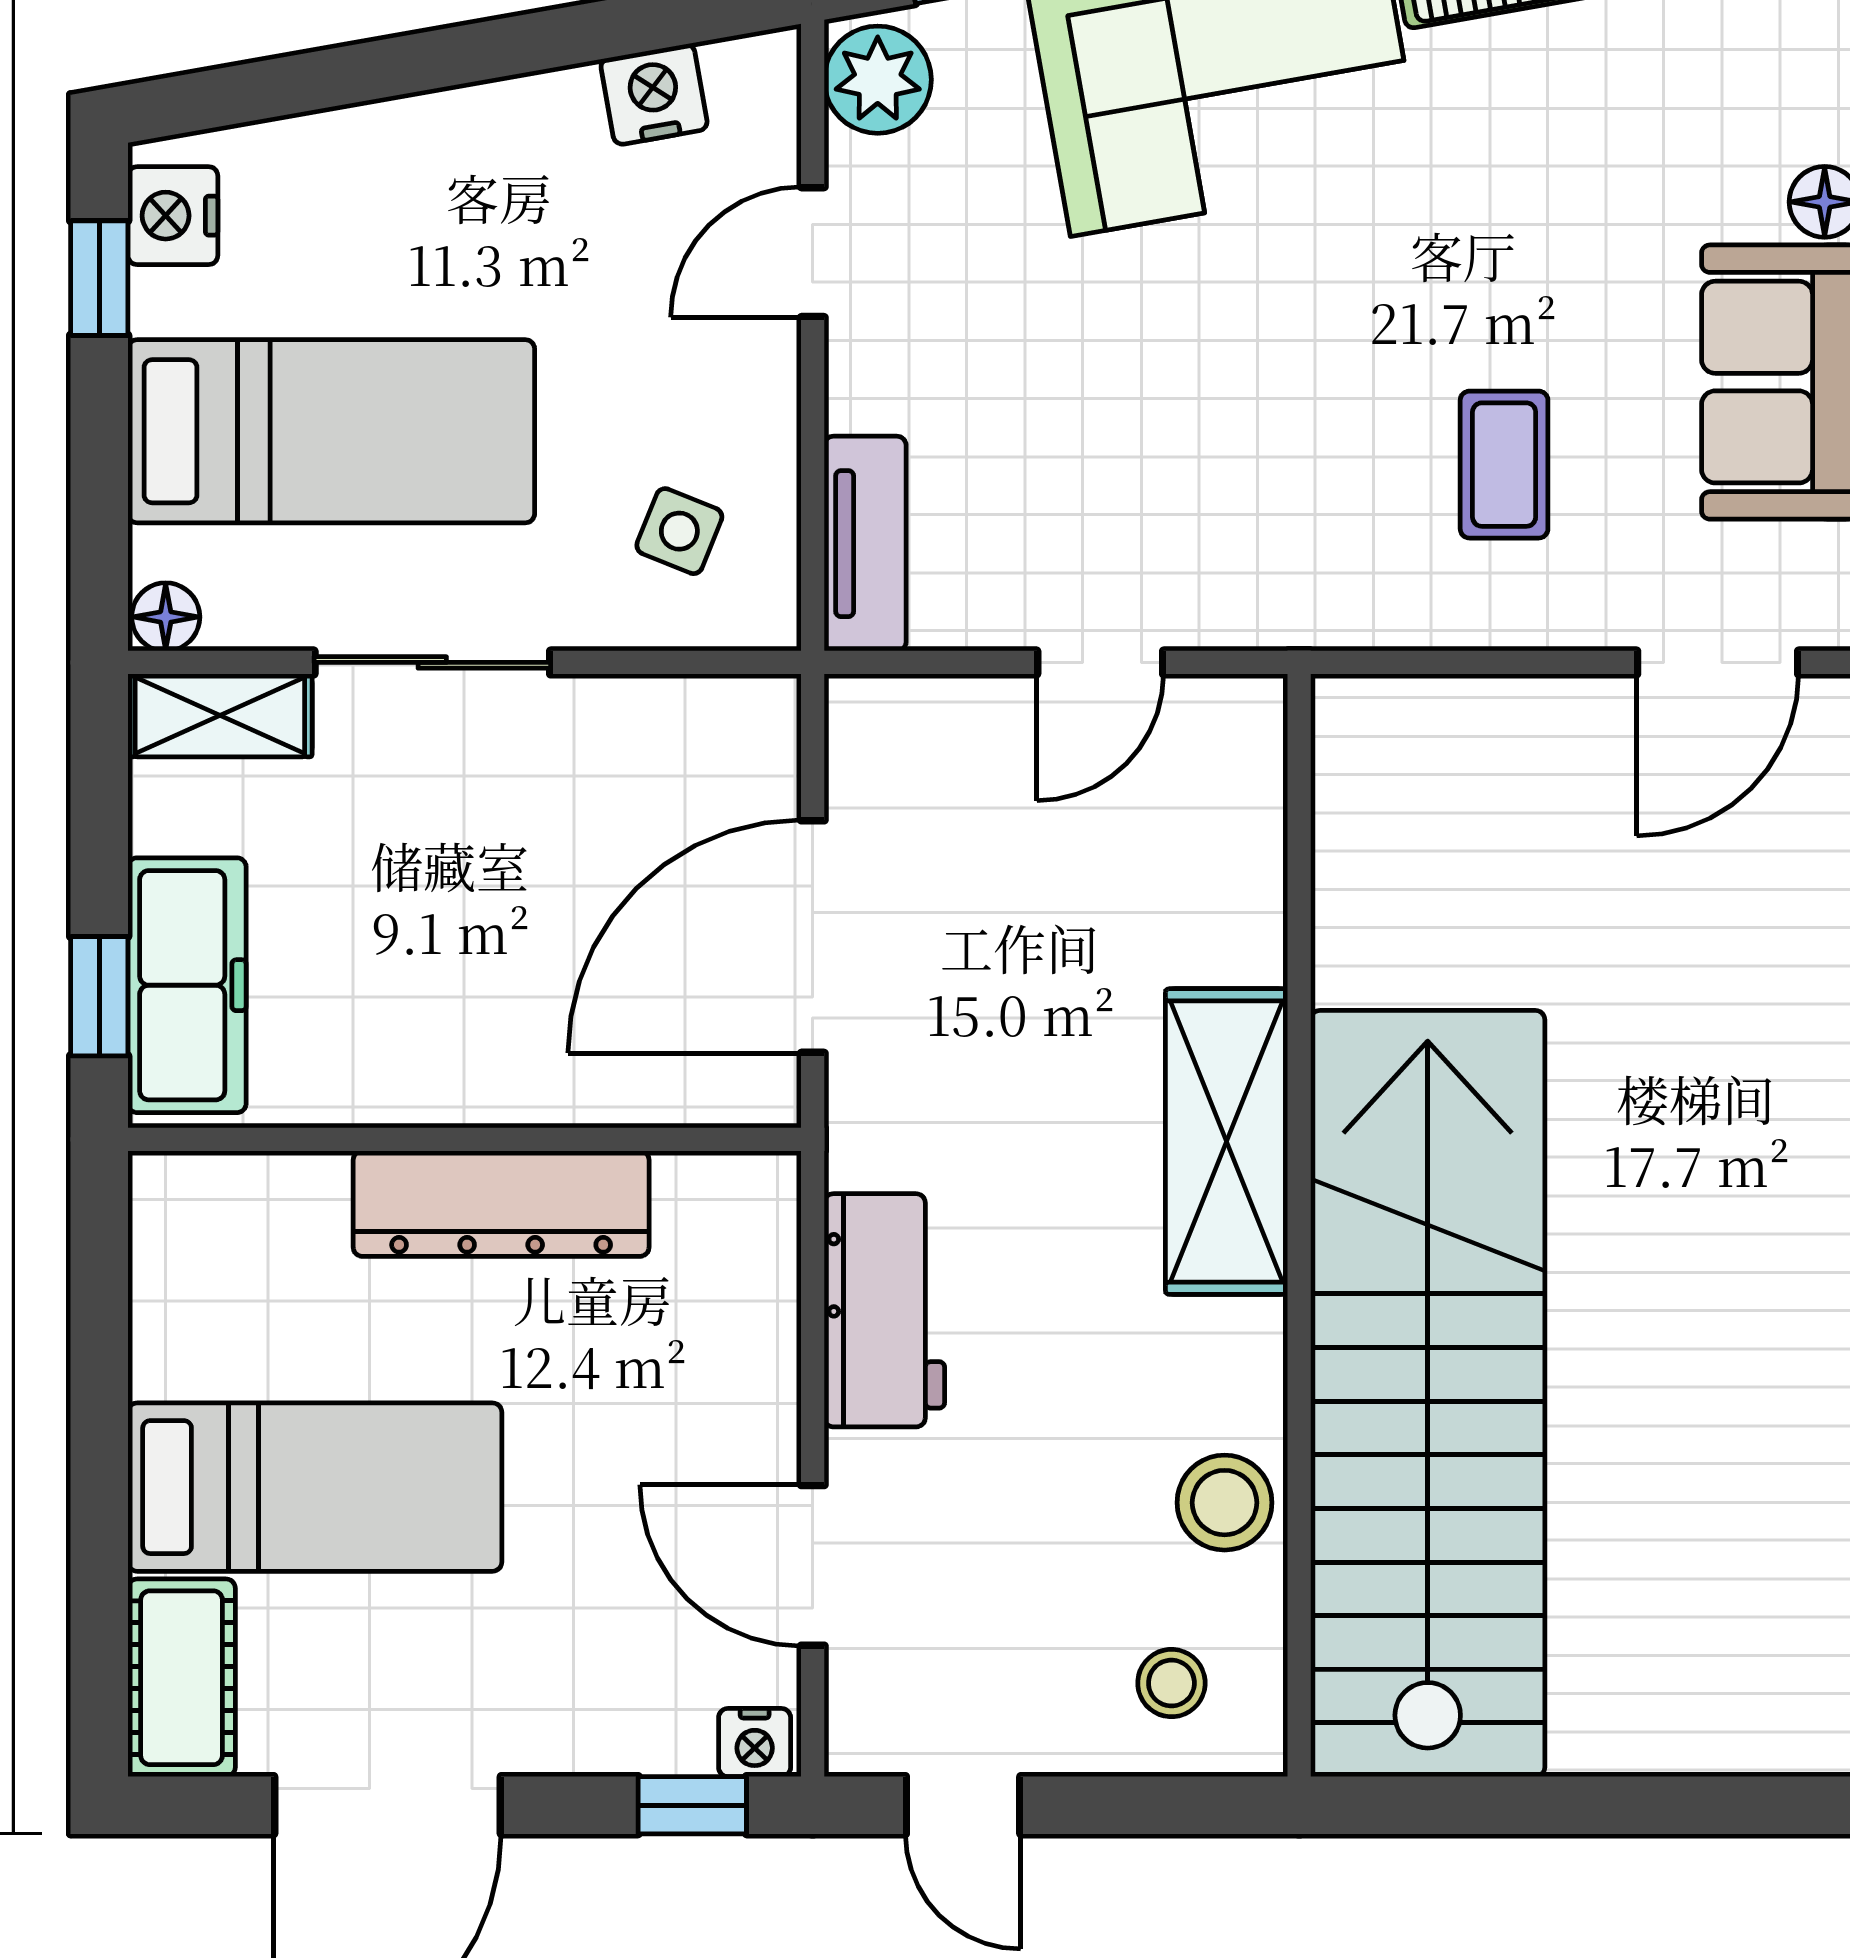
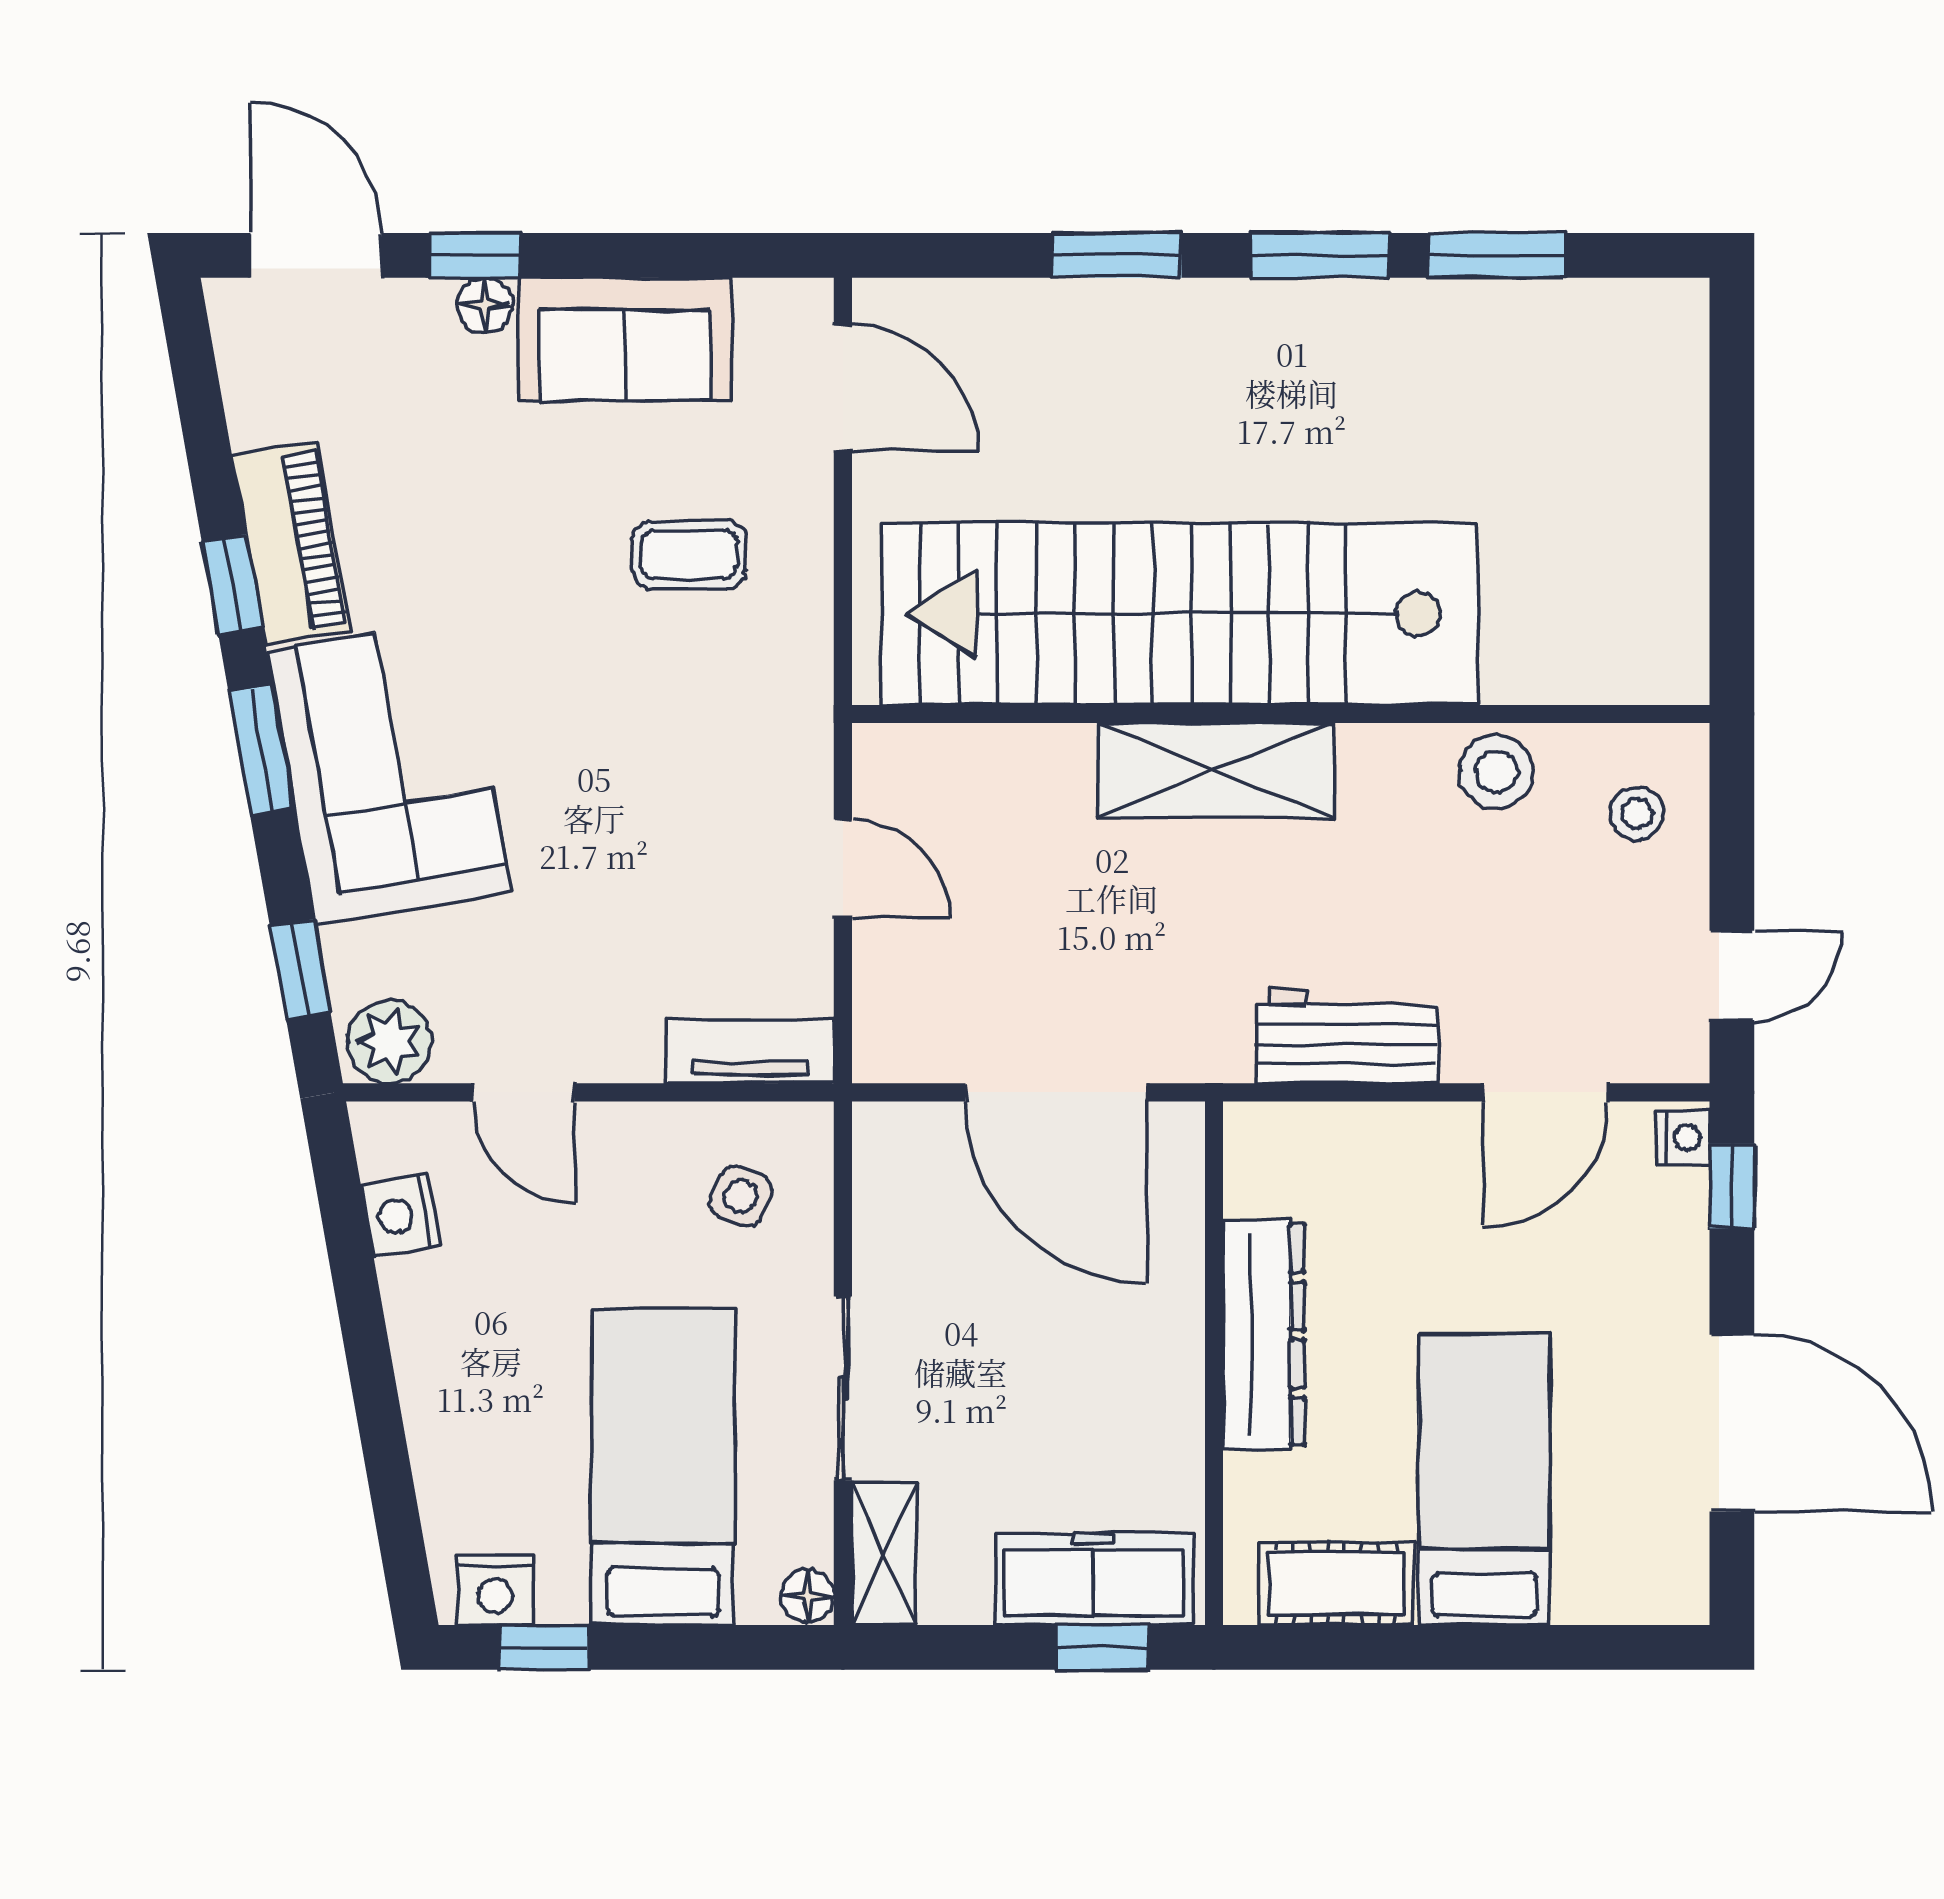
stairs: (1428, 1394) -> (1180, 614), moved
cot: (182, 1678) -> (1336, 1583), moved

